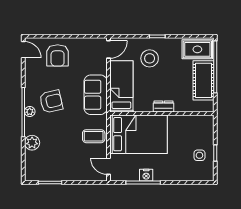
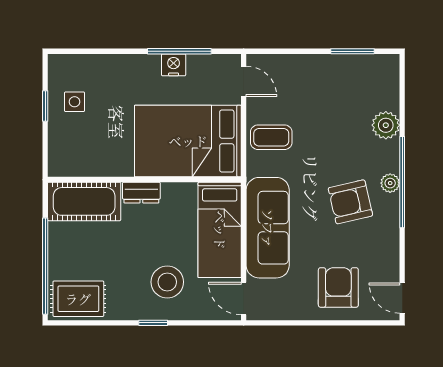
door: (108, 49) -> (244, 299), hinge flipped
cot: (203, 80) -> (84, 201), moved, turned 90
sofa: (96, 95) -> (268, 228), width x1.36

